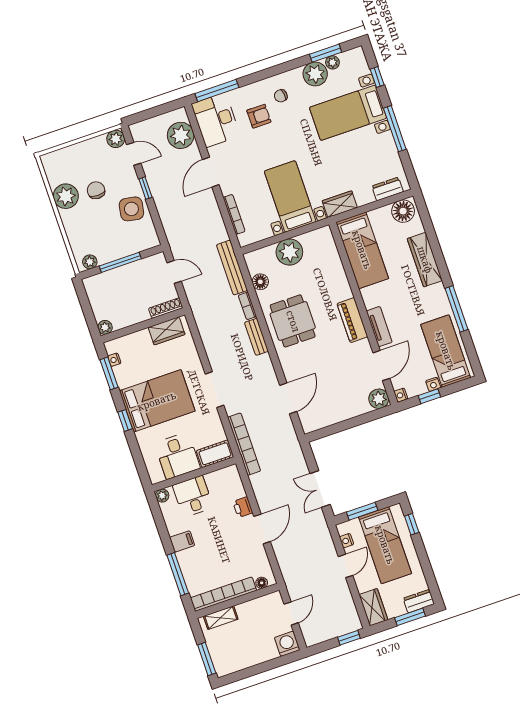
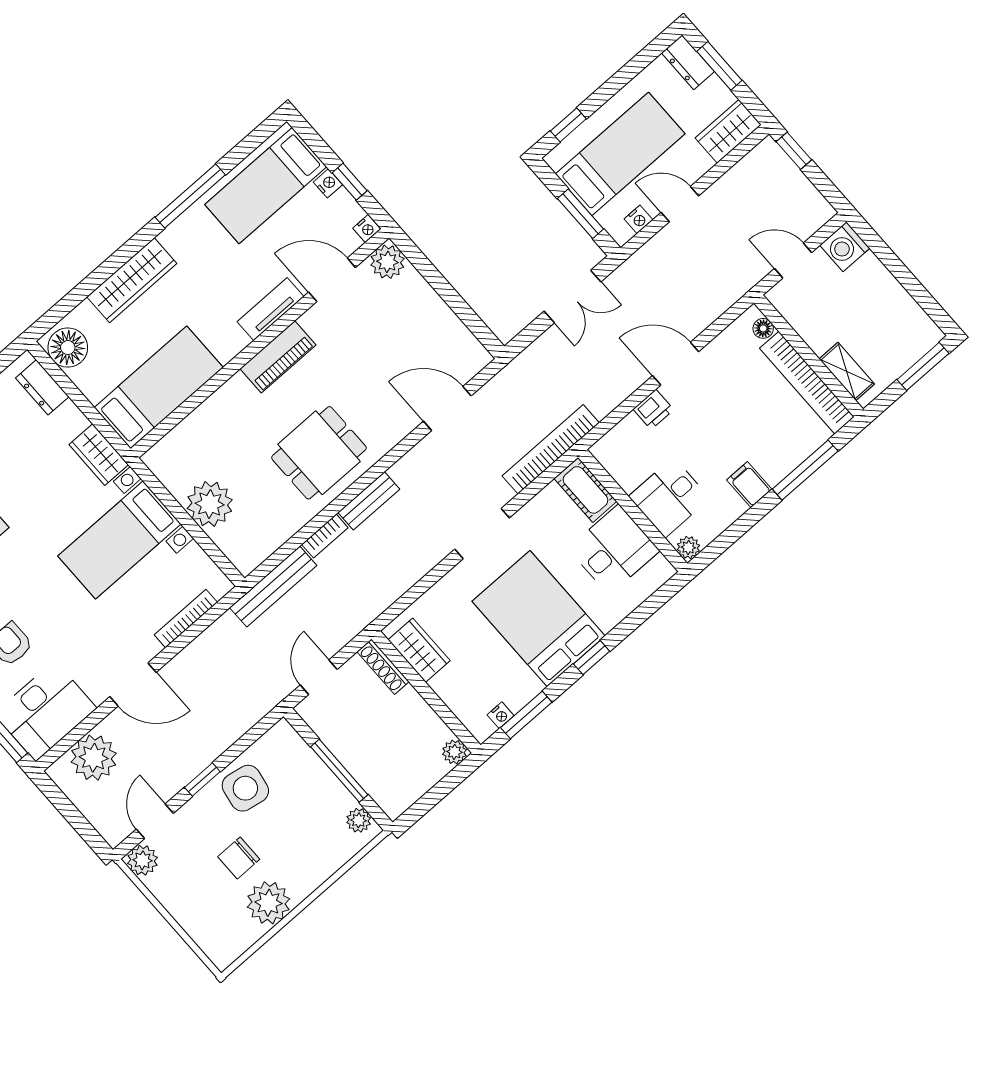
floor lamp: (260, 282) -> (277, 531), removed

